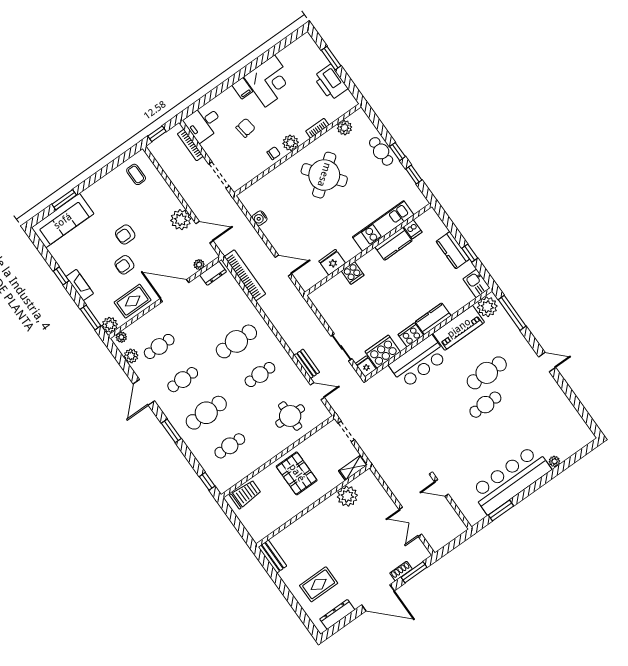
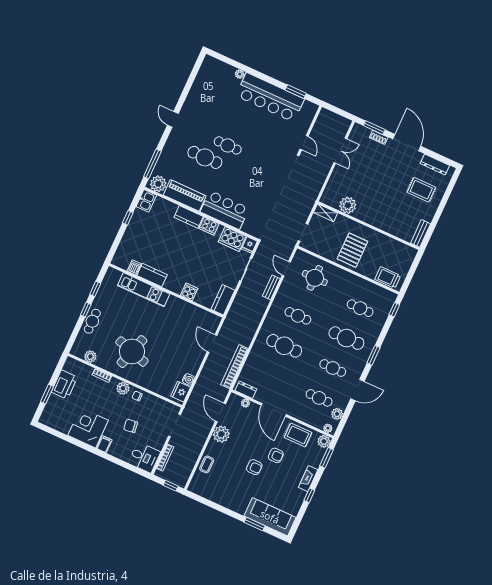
coffee table: (136, 174) -> (207, 464), moved
round table: (324, 175) -> (132, 352), turned -36
kitchen counter: (453, 250) -> (223, 300), moved, turned 180
fridge: (332, 262) -> (181, 392), moved, turned 90

